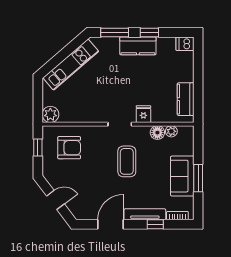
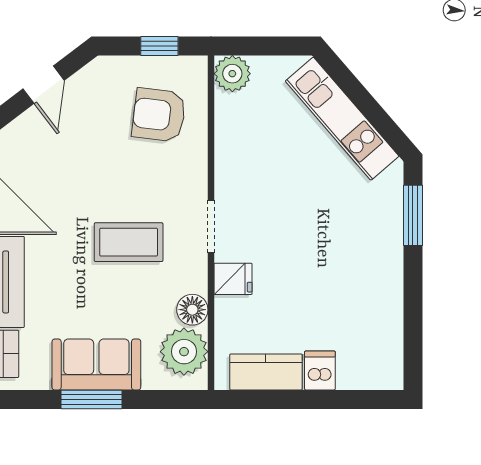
window: (149, 33) -> (413, 292), removed
dishwasher: (185, 44) -> (320, 370), moved
kitchen counter: (138, 46) -> (384, 267), removed
plant: (171, 131) -> (184, 352), width x1.88, depth x1.88
armchair: (69, 148) -> (159, 115), turned 97

